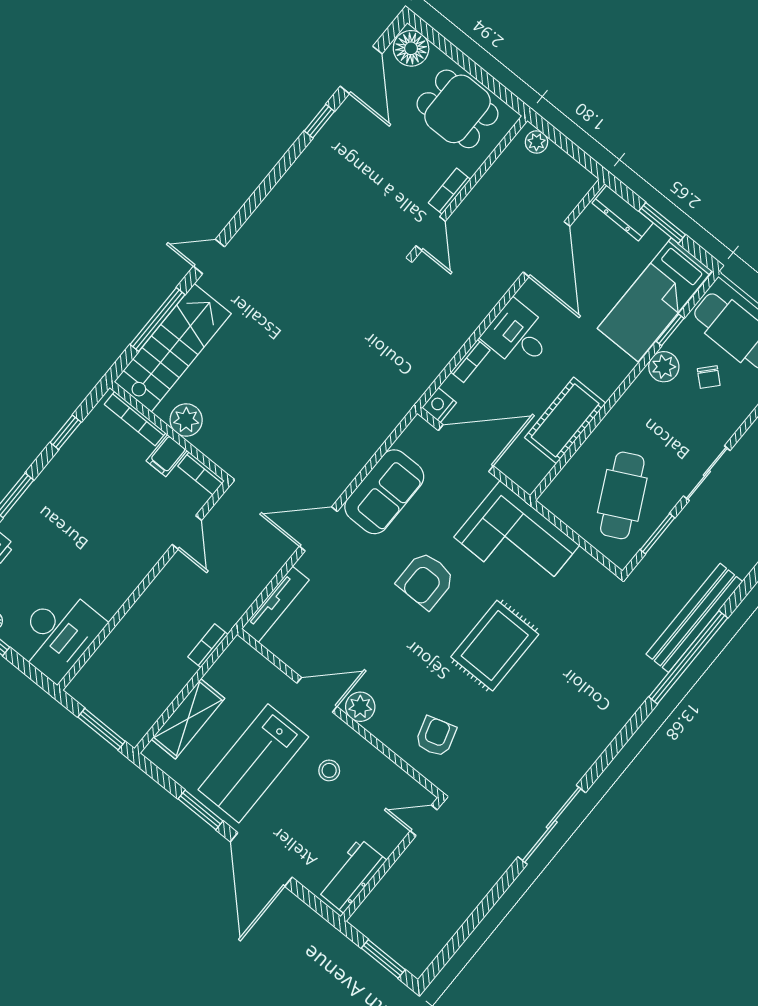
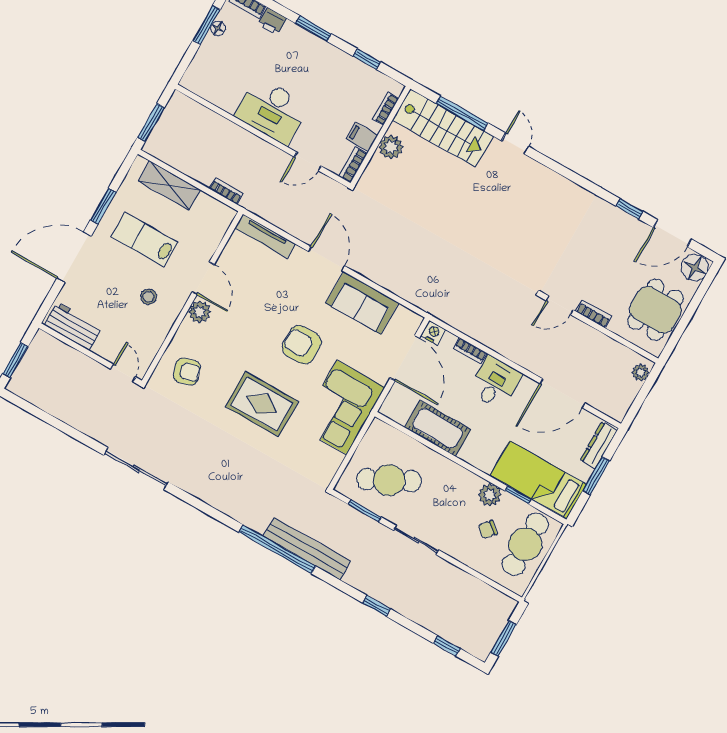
bookcase: (135, 419) -> (386, 109), width x0.64
desk: (58, 634) -> (272, 110), moved
lab bench: (253, 763) -> (144, 240), width x0.73, depth x0.72

